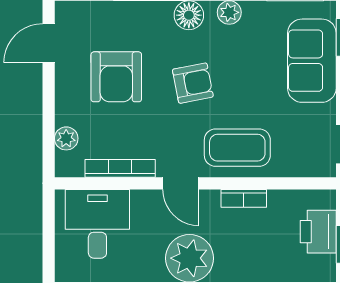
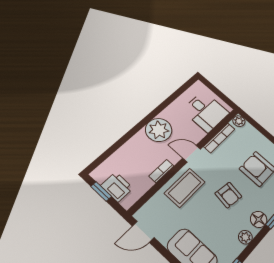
armchair: (193, 83) -> (228, 195), turned -71
plant: (66, 138) -> (239, 121), moved

